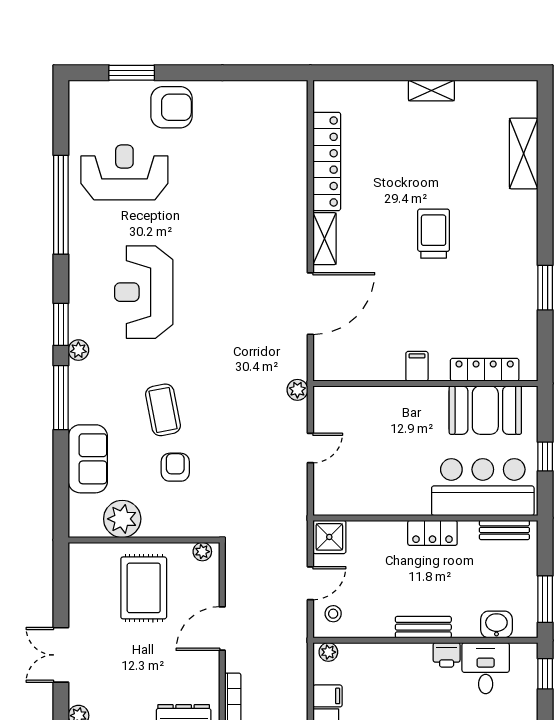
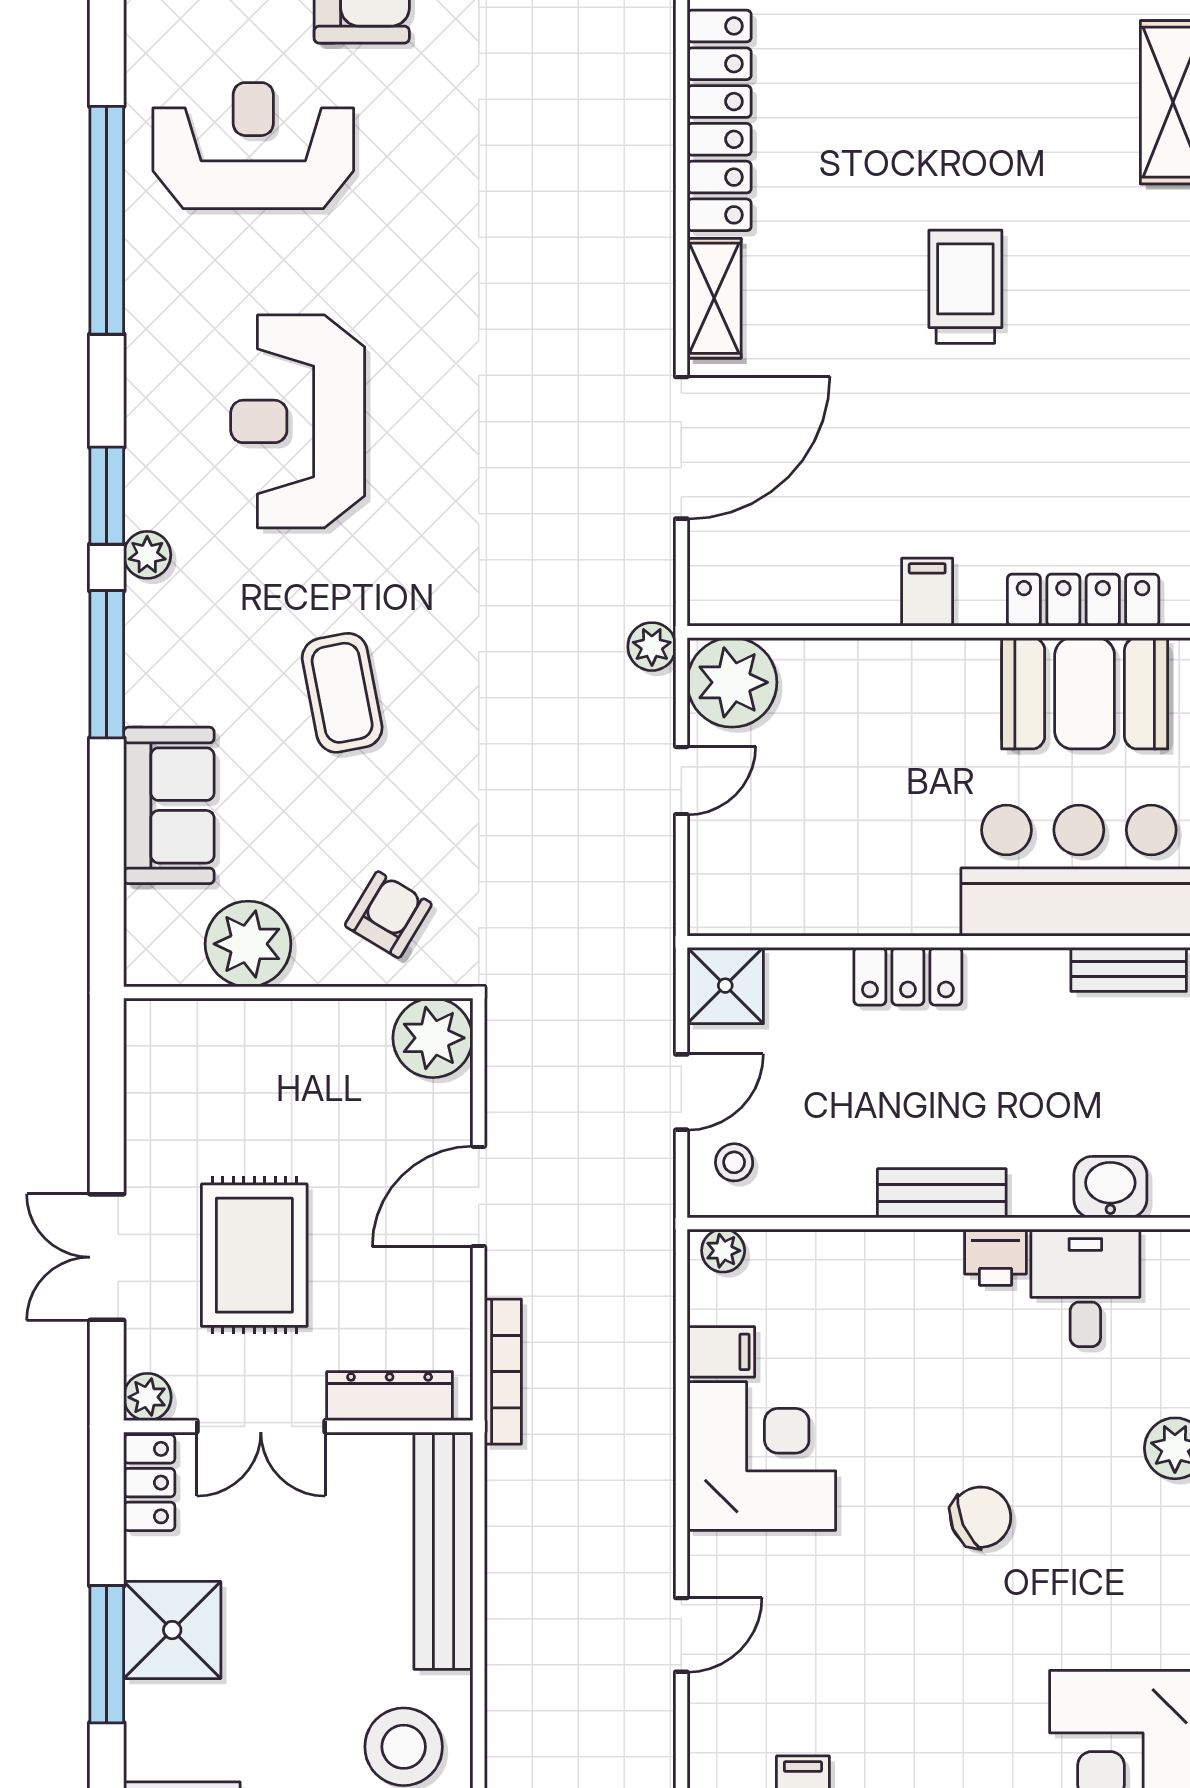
plant: (332, 405) -> (732, 682), added
armchair: (175, 467) -> (388, 915), moved, turned 31
locker: (432, 533) -> (908, 976), moved
plant: (202, 552) -> (433, 1038), width x1.88, depth x1.88
rug: (144, 588) -> (254, 1255), moved

